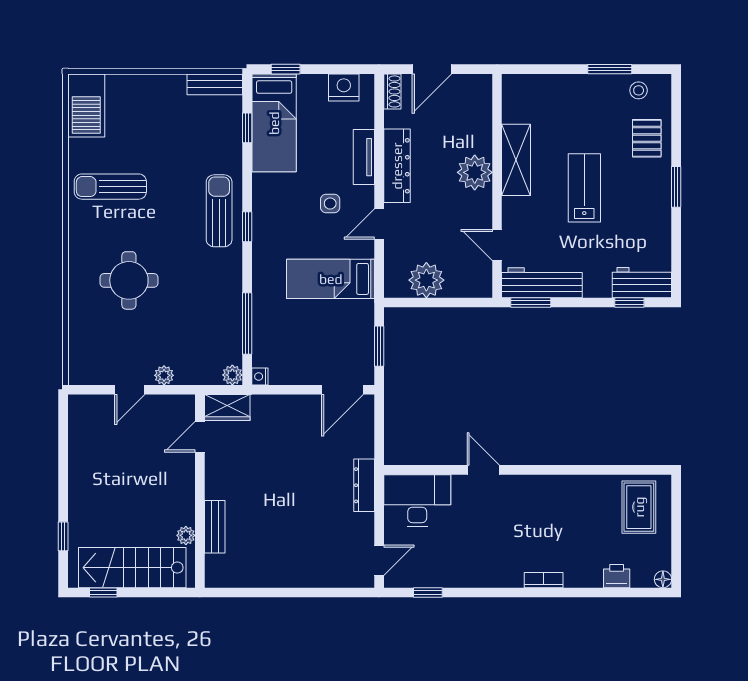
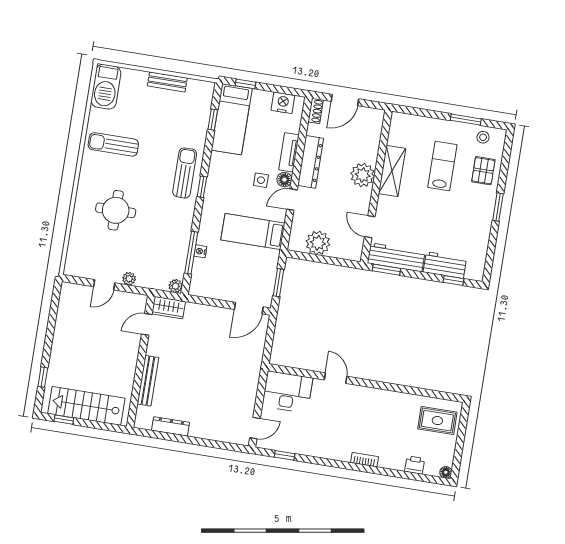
bench: (215, 84) -> (167, 82), moved
lab bench: (584, 188) -> (442, 166), moved
floor lamp: (364, 197) -> (284, 180), added
workbench: (642, 283) -> (445, 265), moved
nightstand: (260, 376) -> (200, 251), moved
dresser: (364, 485) -> (171, 426), moved, turned 90
rug: (639, 507) -> (437, 421), turned 90
bench: (215, 527) -> (148, 381), width x1.36
plant: (186, 535) -> (126, 390), removed

